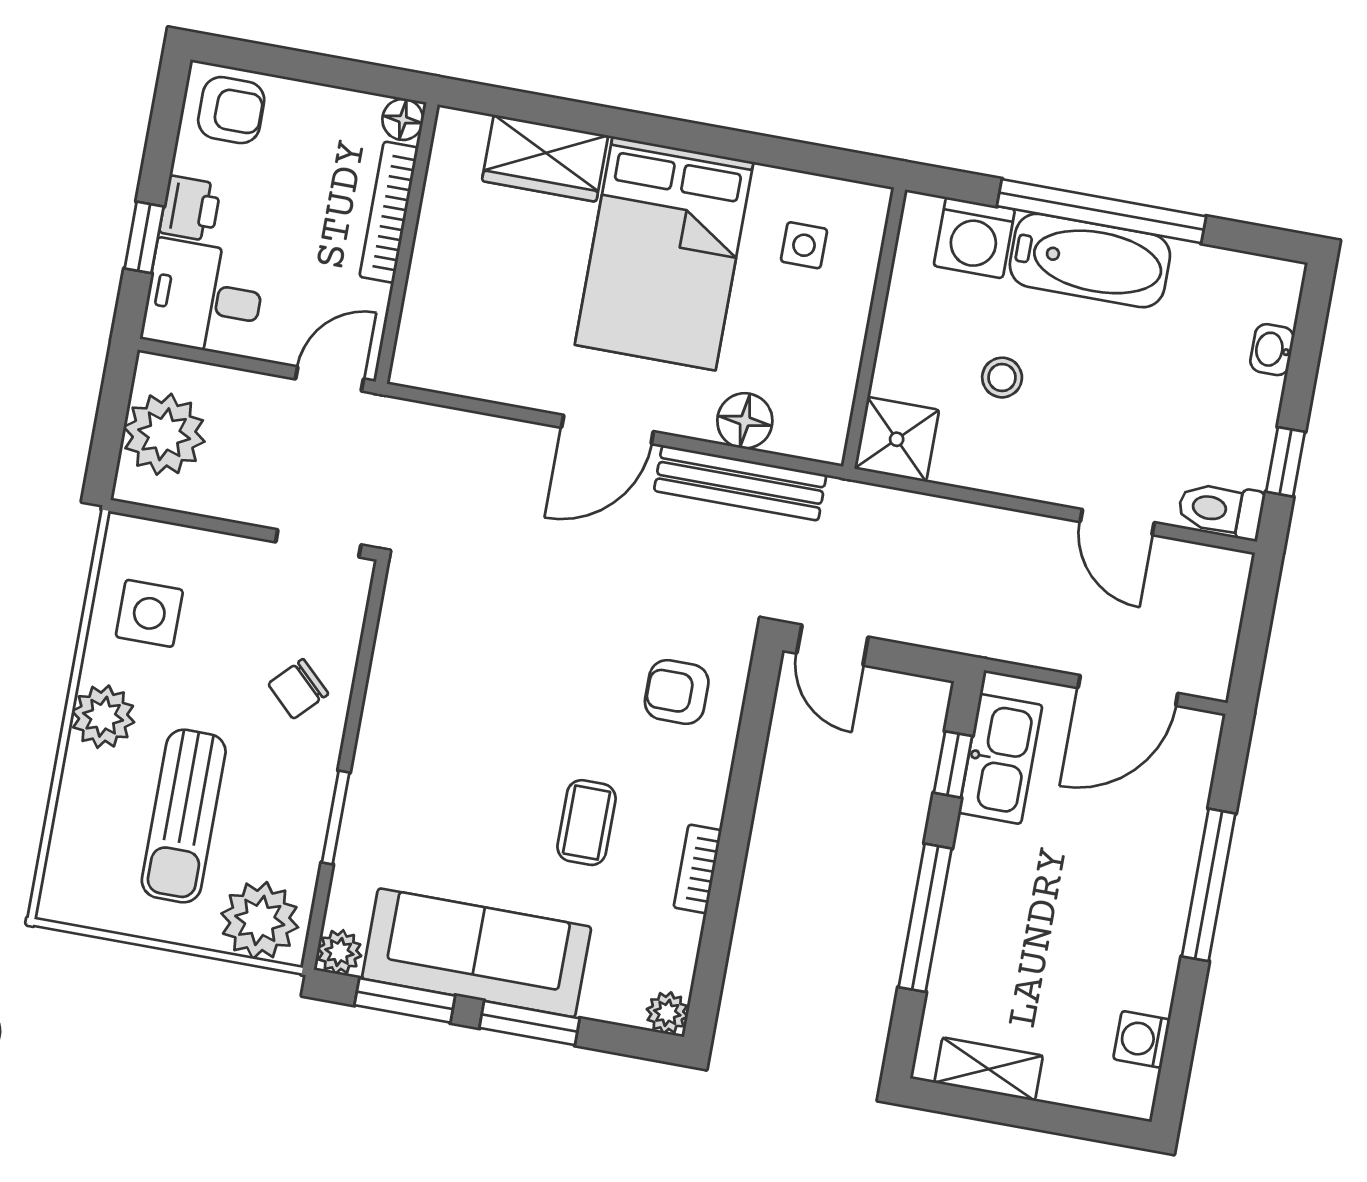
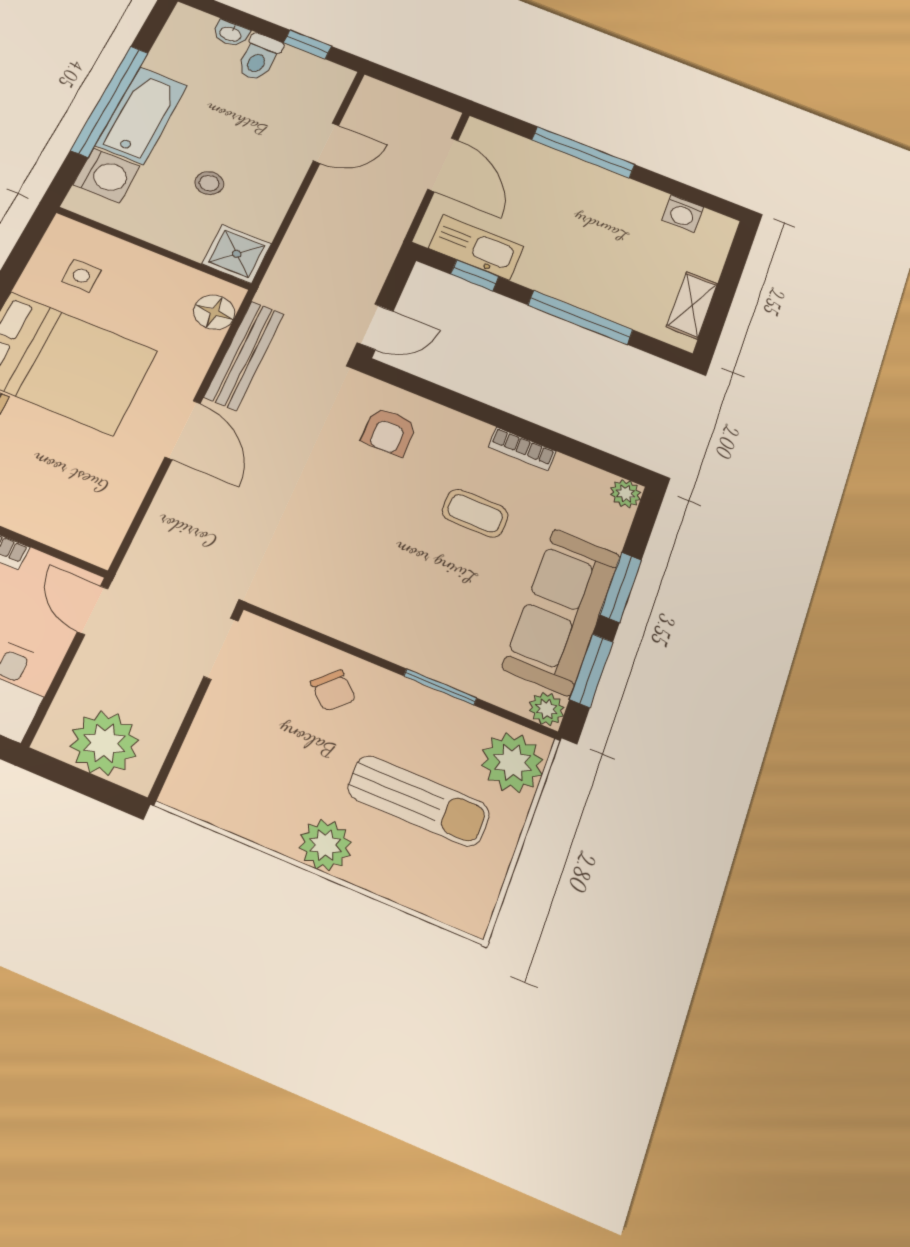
floor lamp: (745, 421) -> (214, 312), moved
toilet: (1221, 510) -> (259, 57), moved
side table: (149, 613) -> (248, 789), removed

